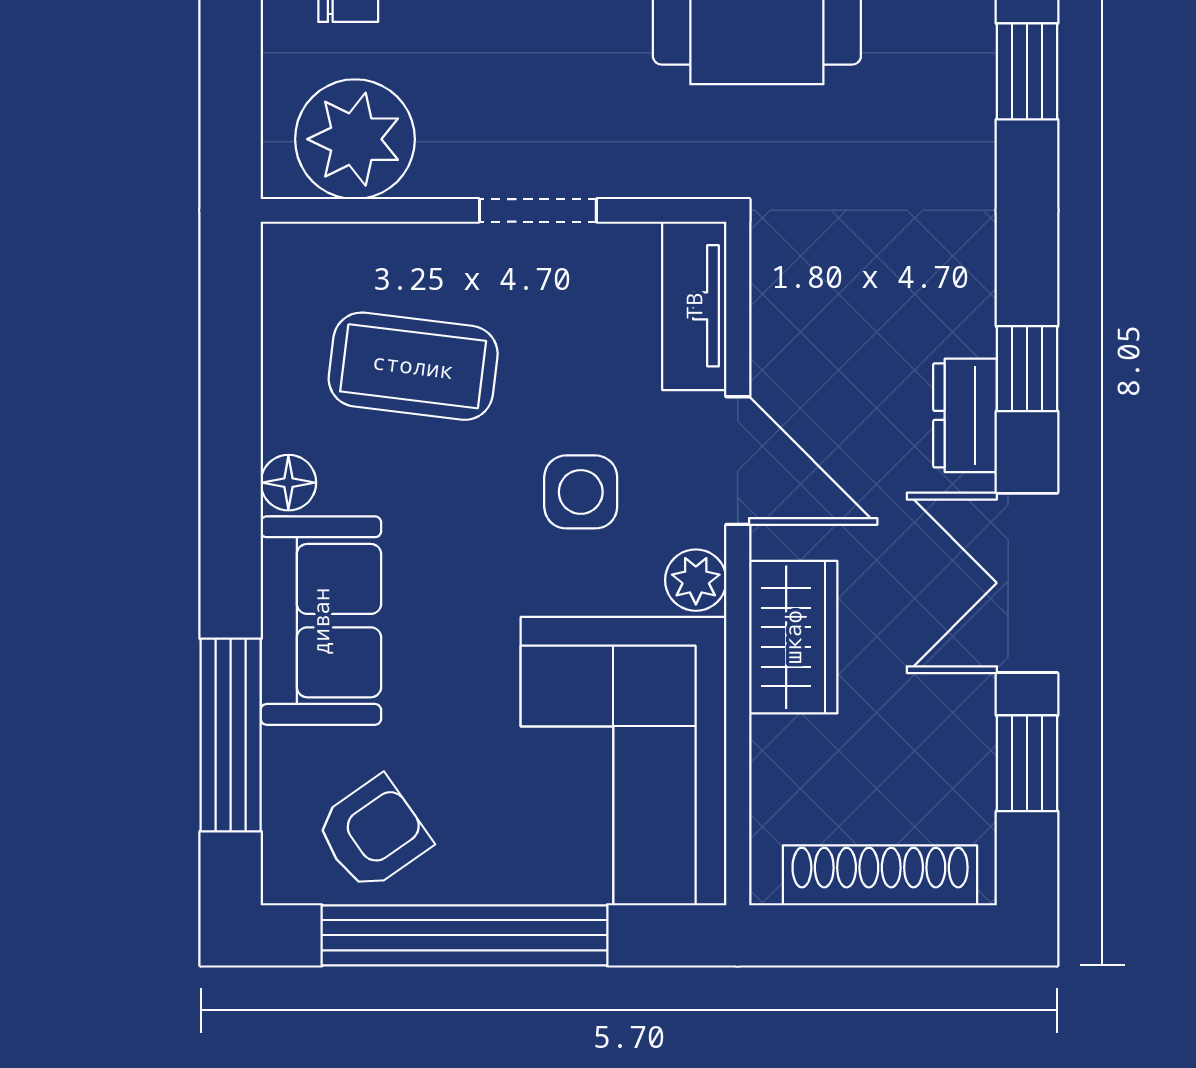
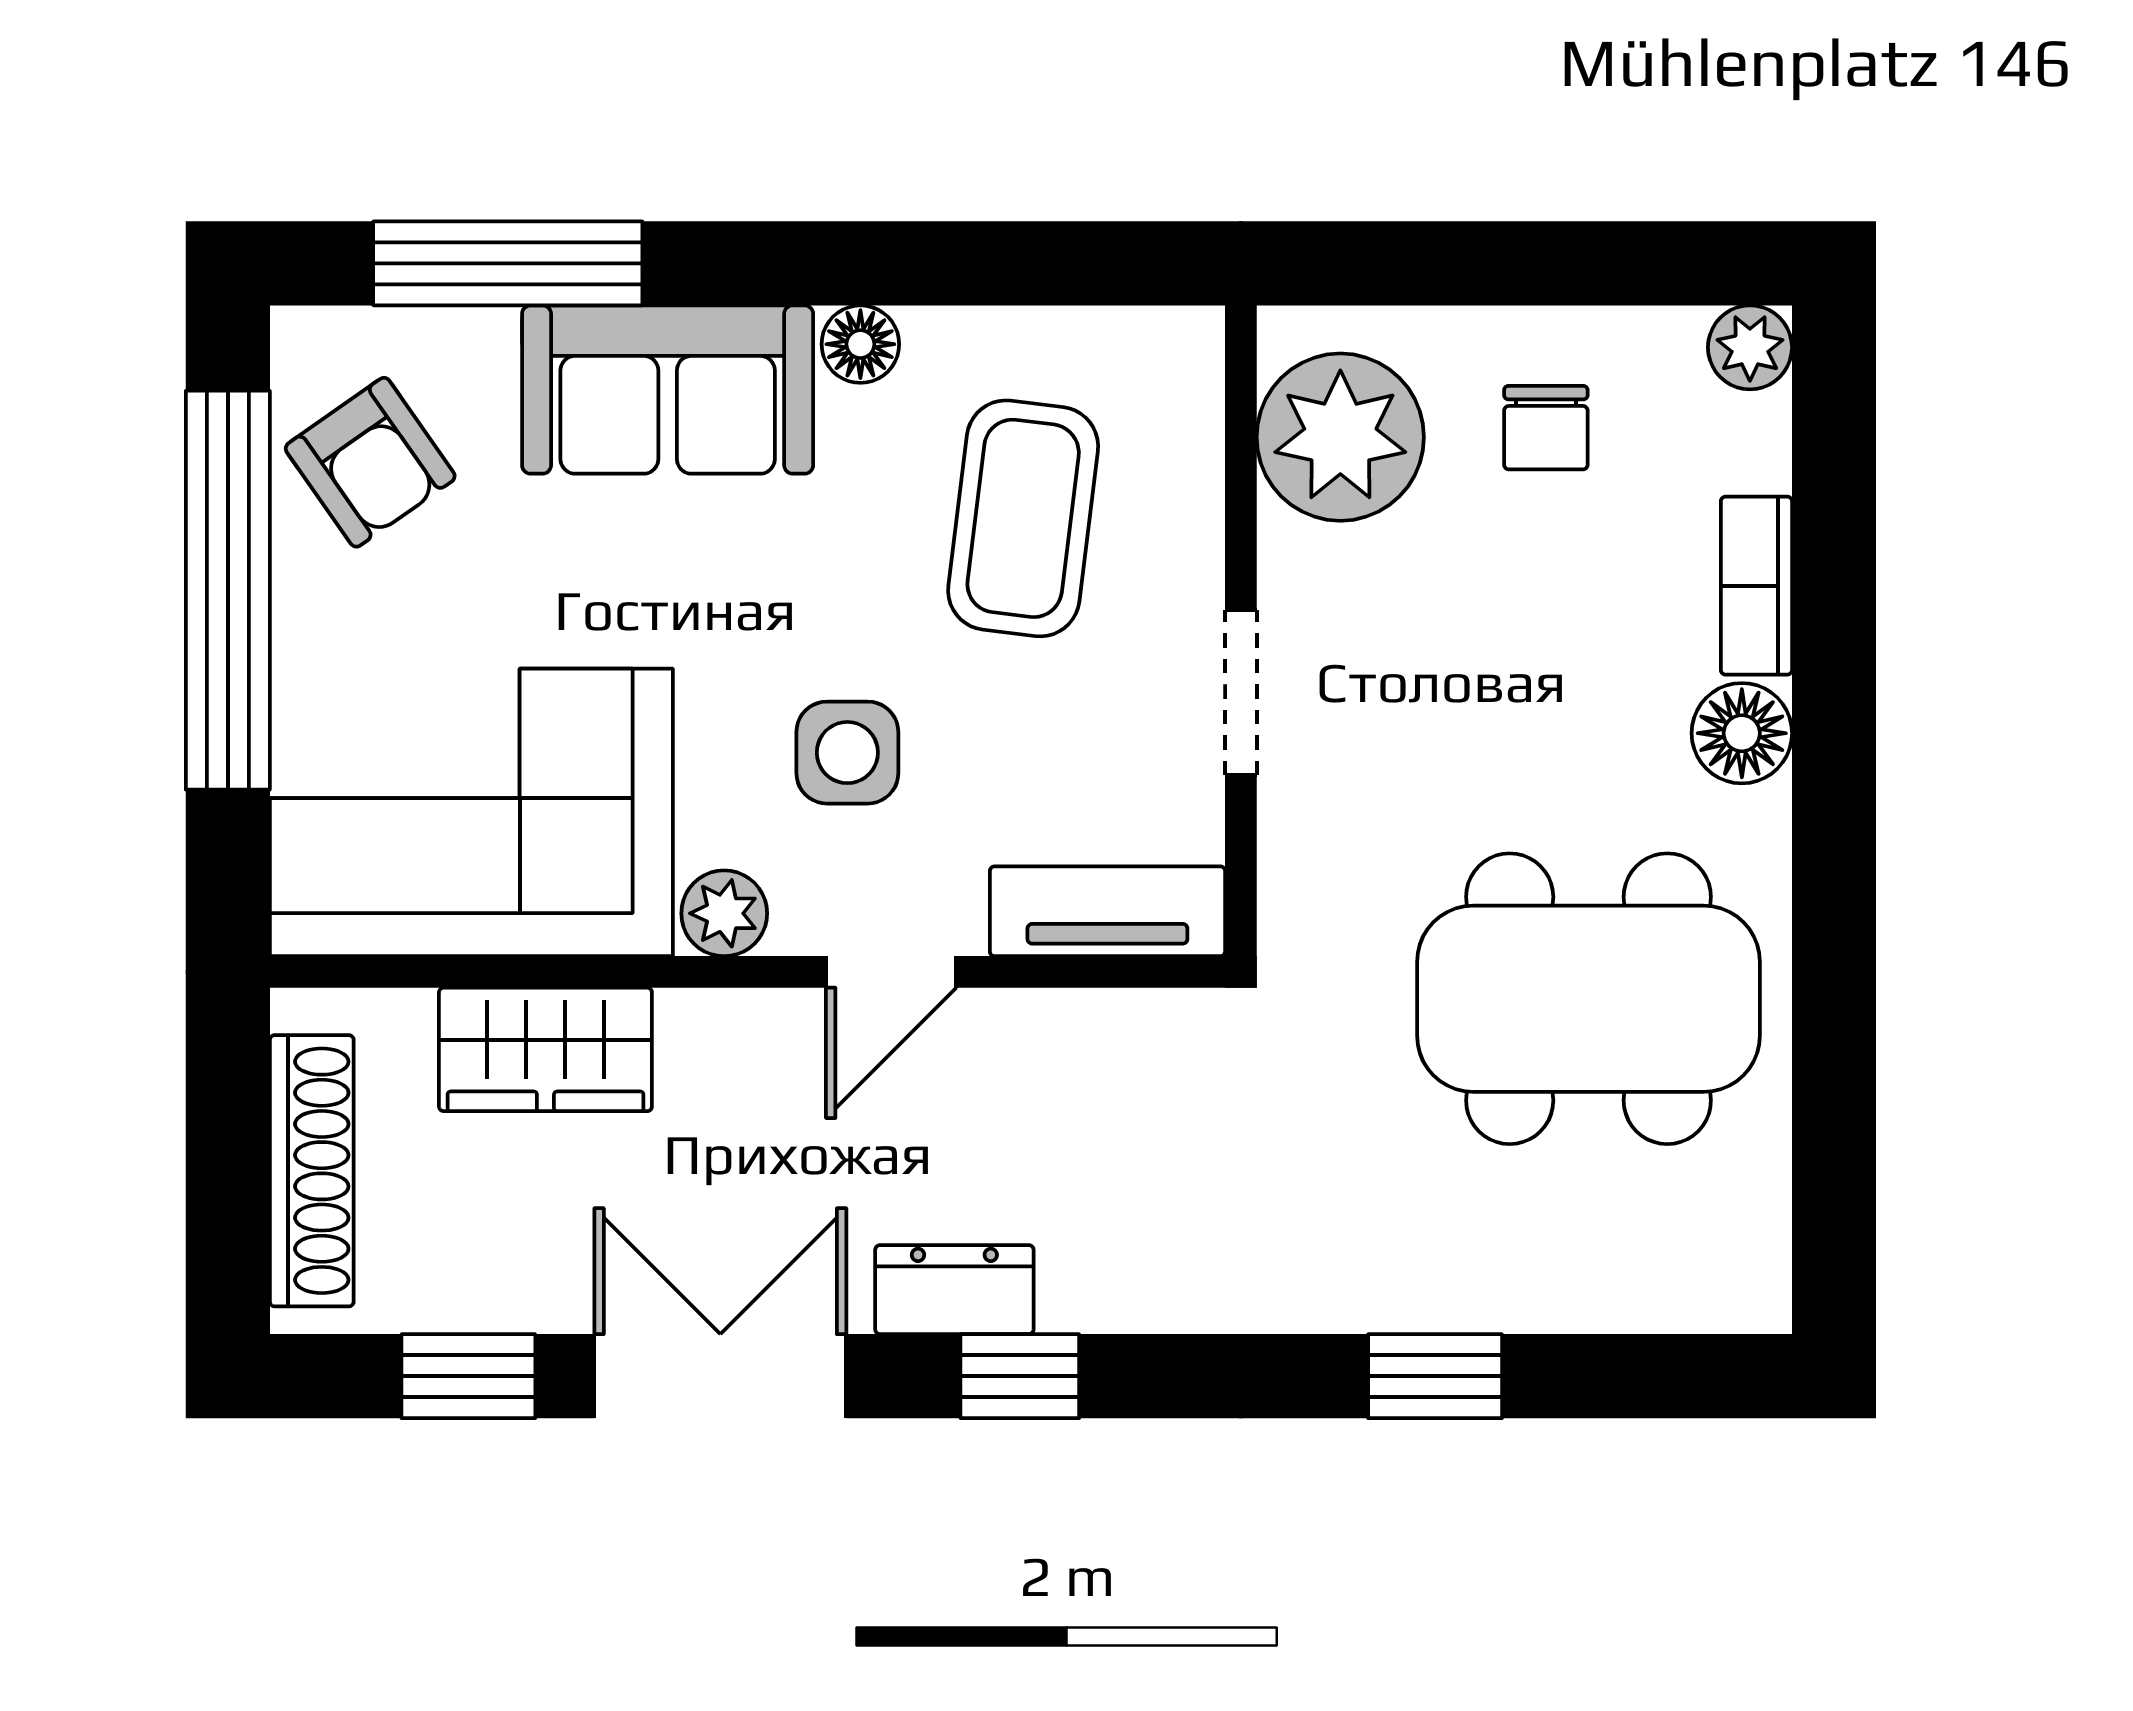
door: (738, 461) -> (891, 972), width x0.73
wardrobe: (793, 637) -> (545, 1049), moved

